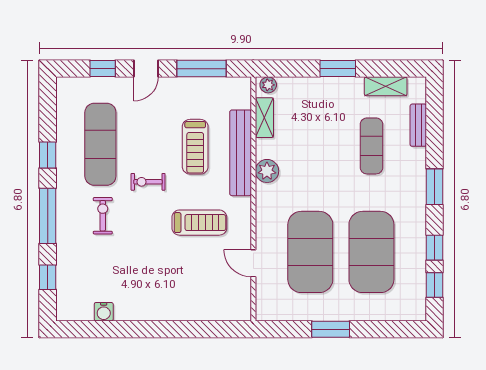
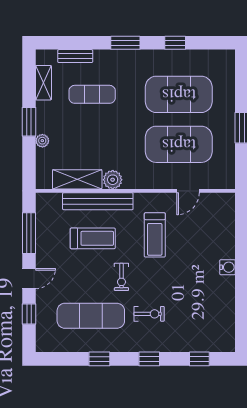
door: (146, 69) -> (29, 279), hinge flipped
plant: (268, 85) -> (42, 141), moved
shelving: (264, 118) -> (77, 179), width x1.50, depth x1.33
window: (48, 216) -> (149, 359), width x0.46
exercise bike: (103, 216) -> (149, 314), turned 180
treadmill: (199, 223) -> (155, 235), turned 180
window: (435, 285) -> (206, 43), removed
water cooler: (104, 312) -> (228, 267), moved

